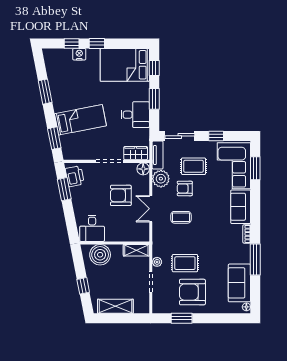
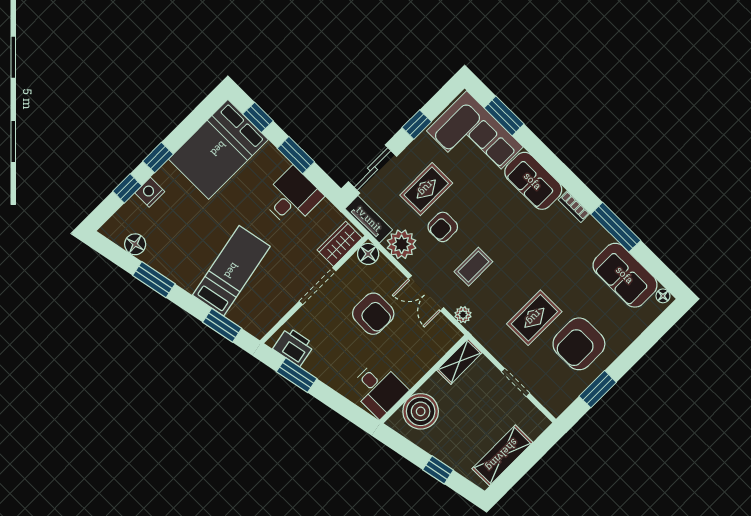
floor lamp: (52, 69) -> (135, 244), added
armchair: (121, 195) -> (373, 314), turned -89
plant: (157, 262) -> (463, 315), moved

